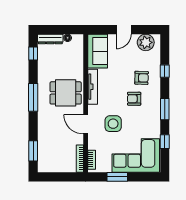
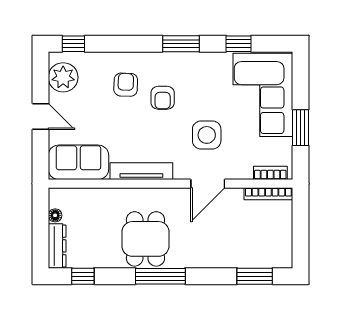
window: (165, 71) -> (73, 44), moved
dining table: (66, 93) -> (145, 239), moved

